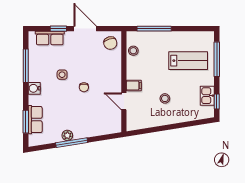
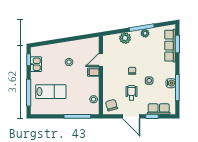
wheelchair: (85, 59) -> (131, 93), added
lab bench: (188, 61) -> (51, 92), turned 180
water cooler: (34, 88) -> (171, 83), moved
door: (124, 101) -> (101, 60), swing flipped
row of seats: (35, 120) -> (170, 46), width x1.48
plant: (93, 129) -> (125, 38), added

